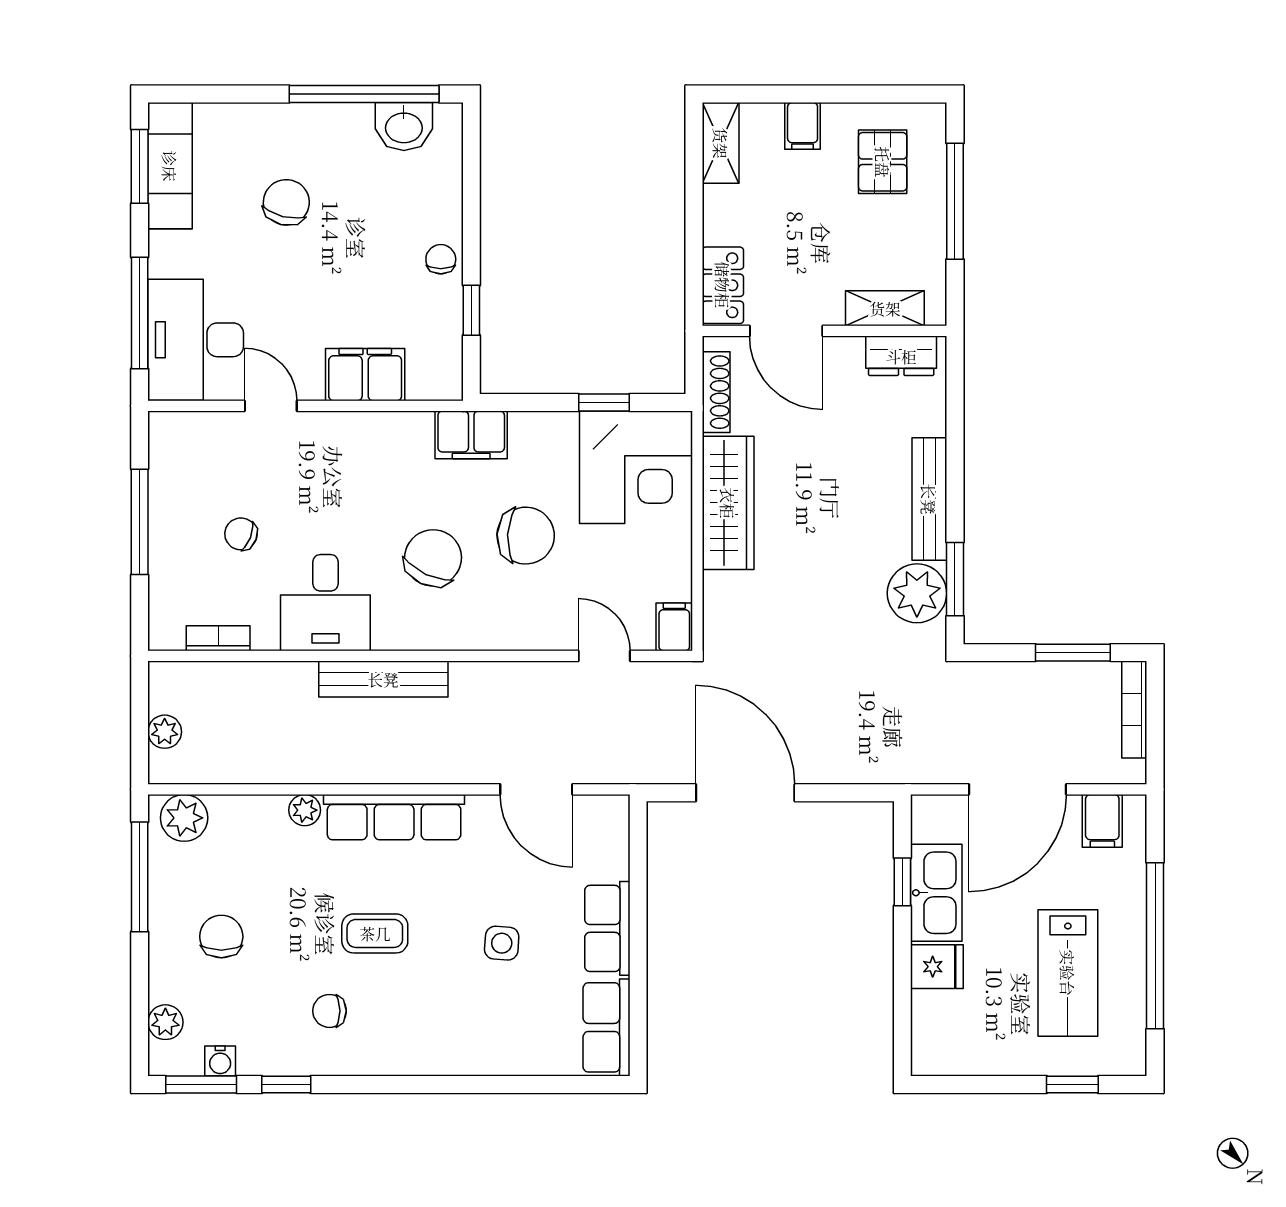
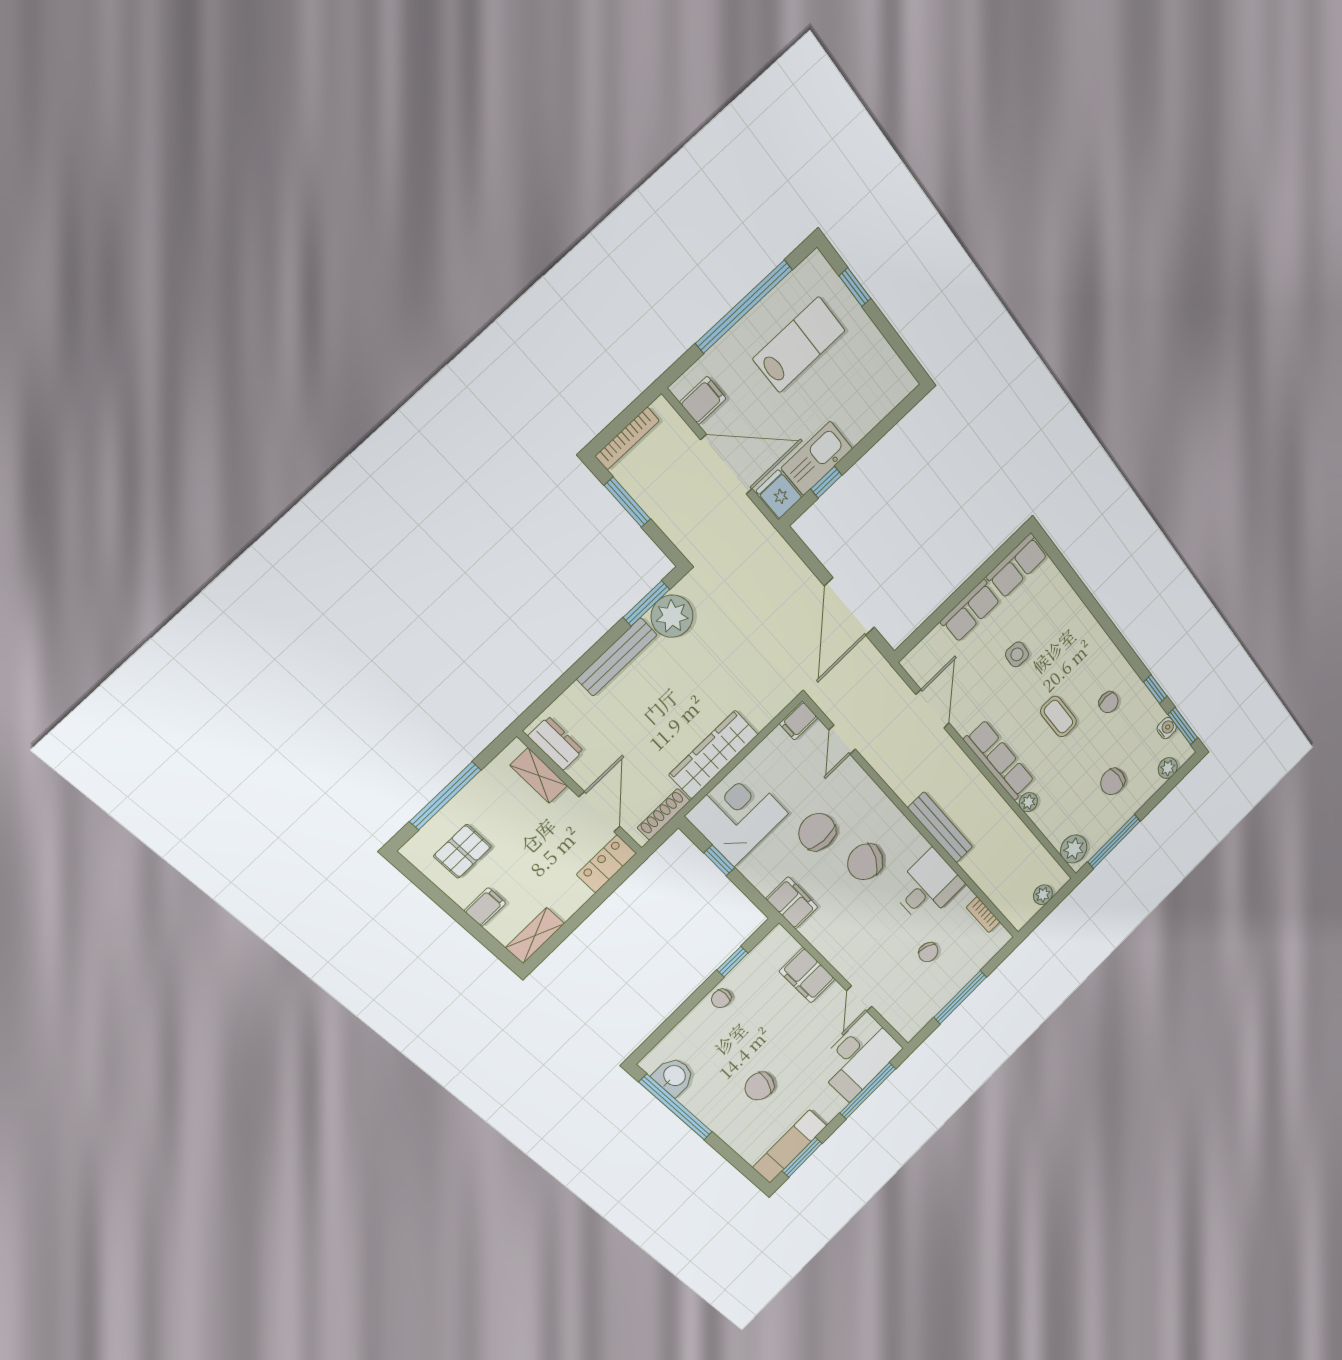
fridge: (937, 967) -> (779, 494), moved

